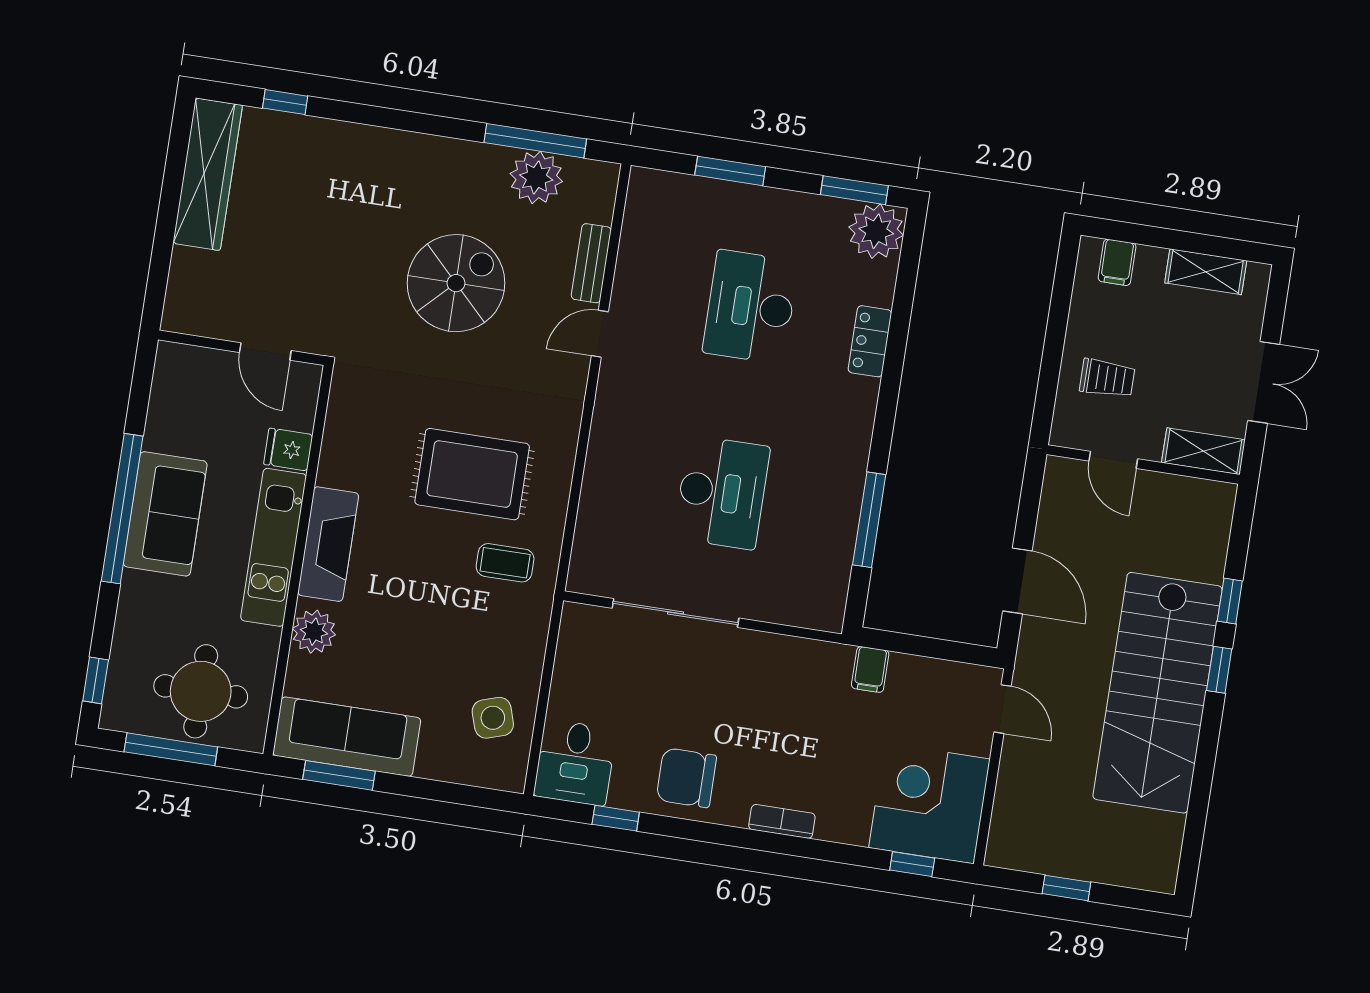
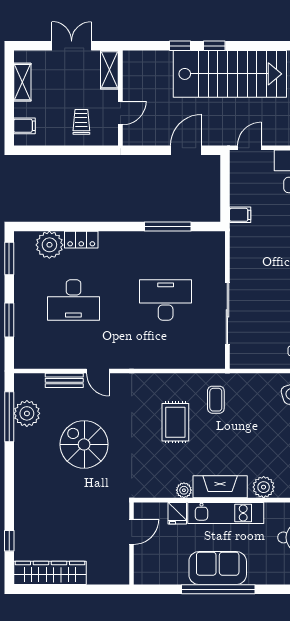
plant: (876, 231) -> (49, 245), moved
plant: (333, 470) -> (184, 490), added
rug: (472, 474) -> (175, 422), width x0.73, depth x0.70

